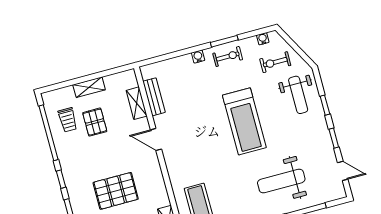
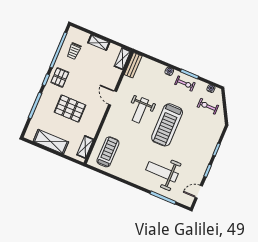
weight bench: (298, 95) -> (140, 110), moved
bench: (154, 97) -> (133, 65), moved
shelving: (137, 103) -> (122, 59), moved
pallet: (95, 122) -> (60, 77), moved
door: (343, 171) -> (199, 192), swing flipped

